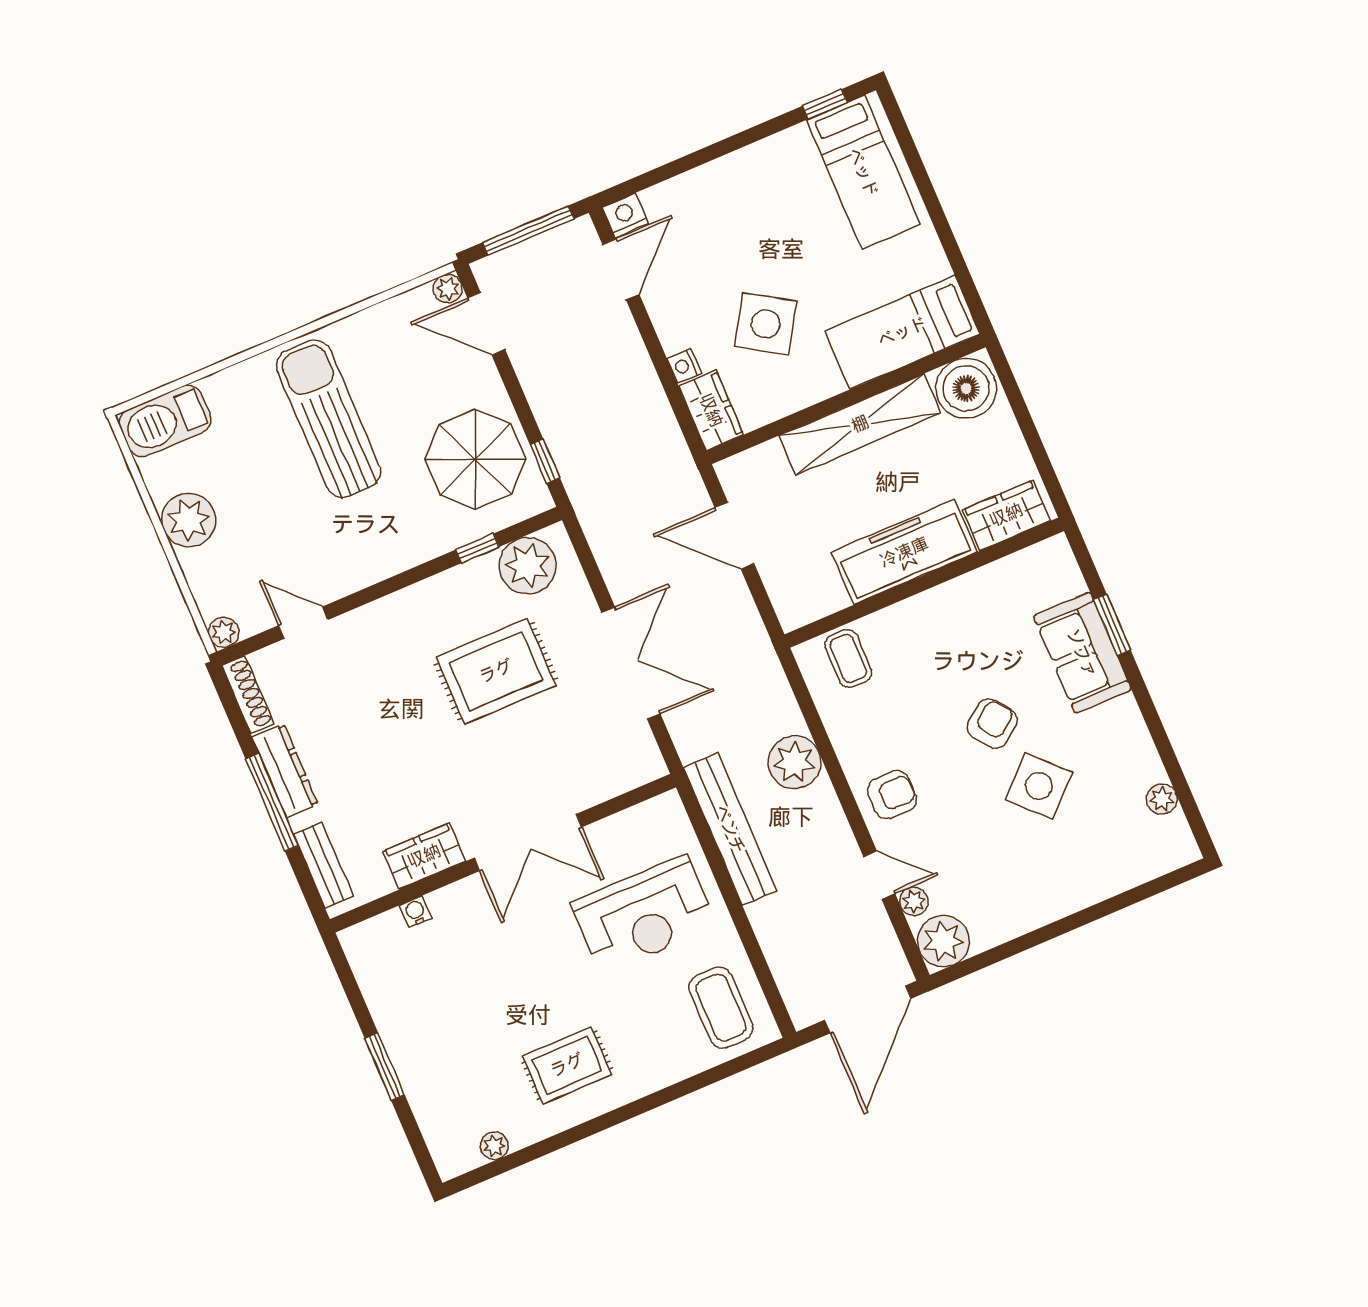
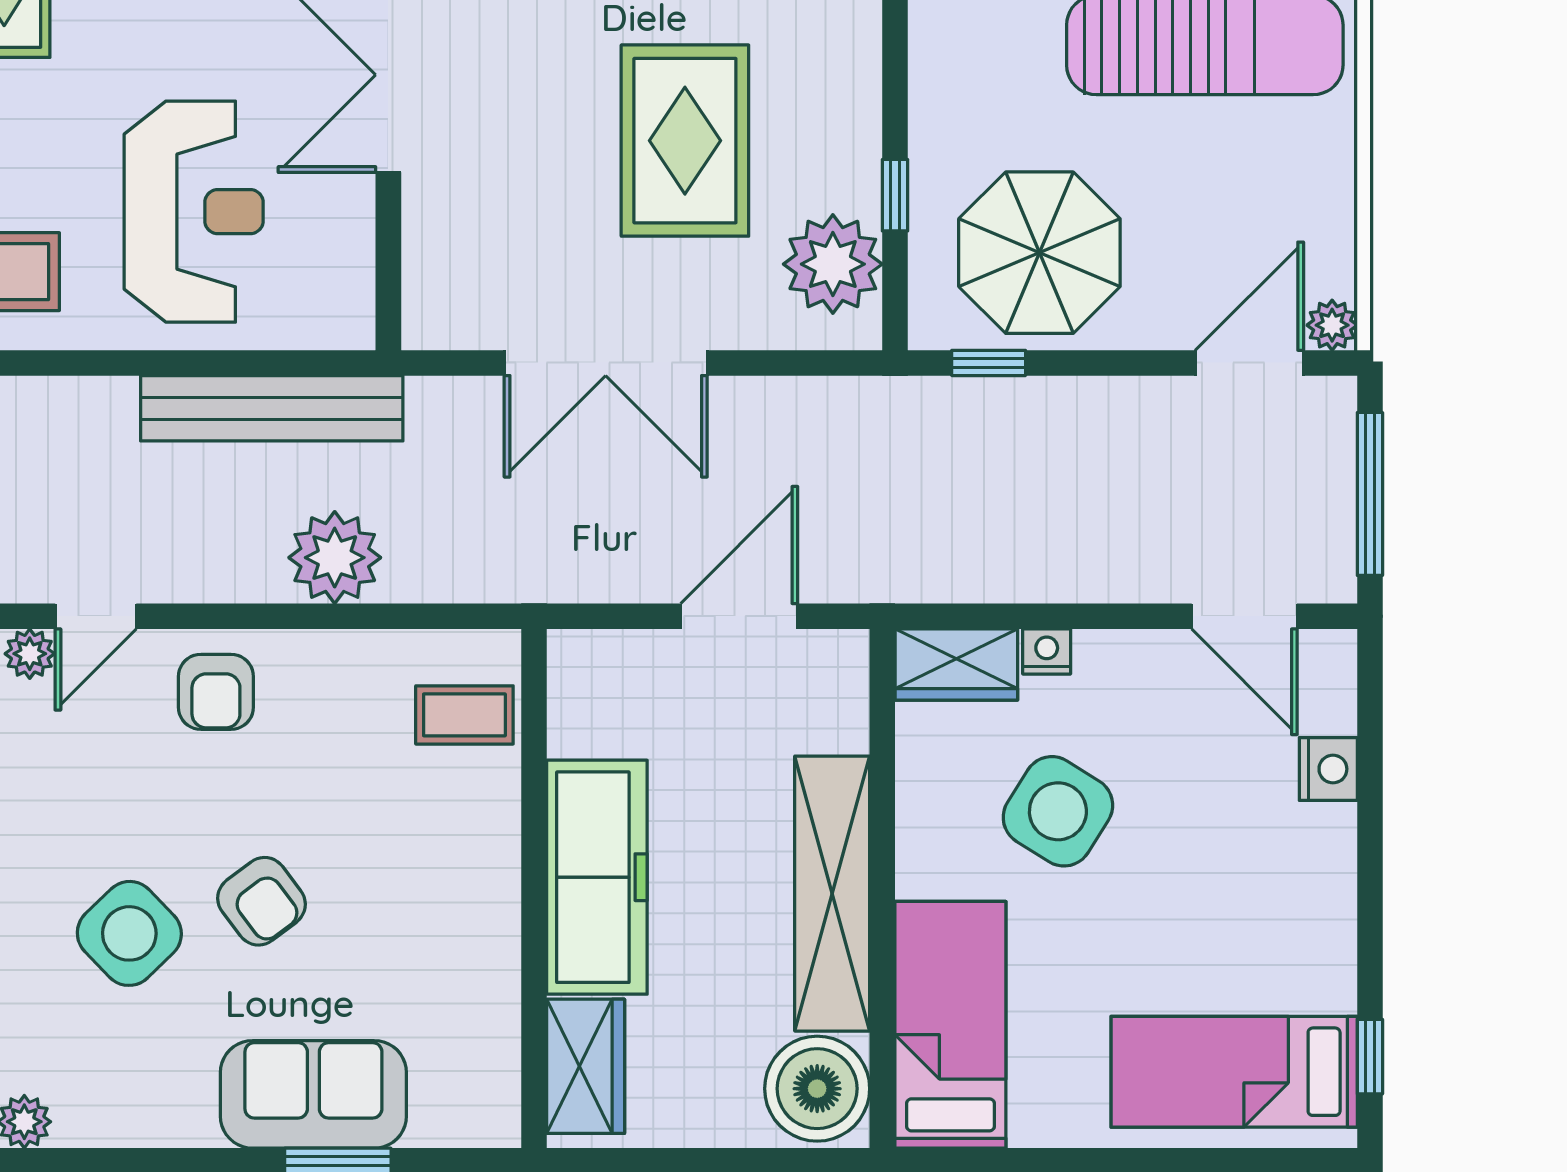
nightstand: (625, 215) -> (1328, 769), moved
reception desk: (644, 914) -> (194, 212), turned 180

